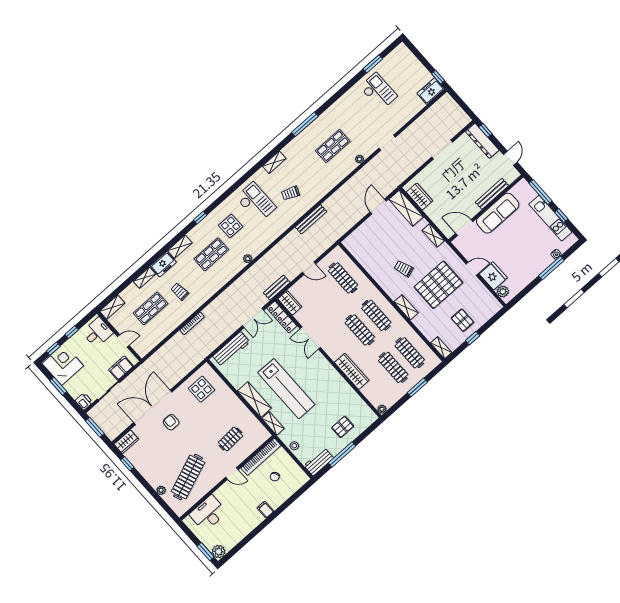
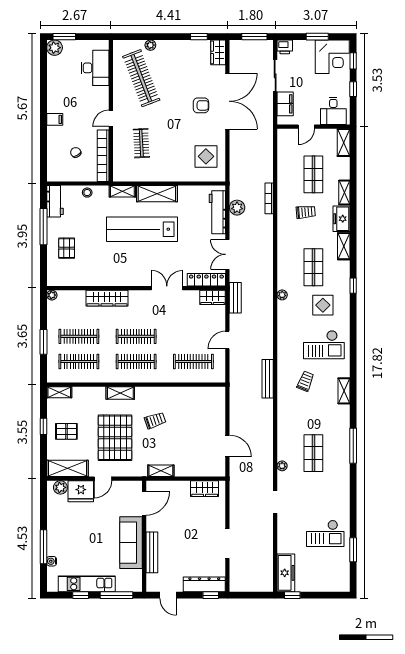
freezer: (431, 91) -> (286, 573), width x1.40
shelving: (406, 208) -> (67, 468), moved
plant: (217, 339) -> (237, 208), added

